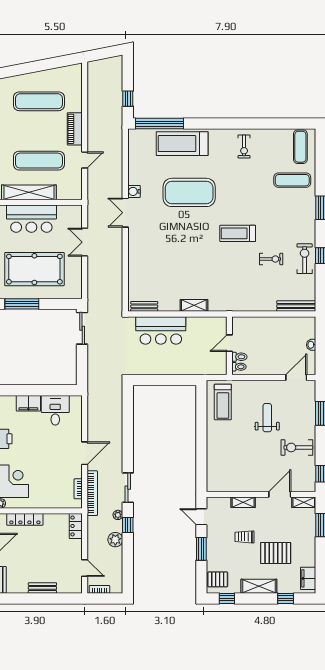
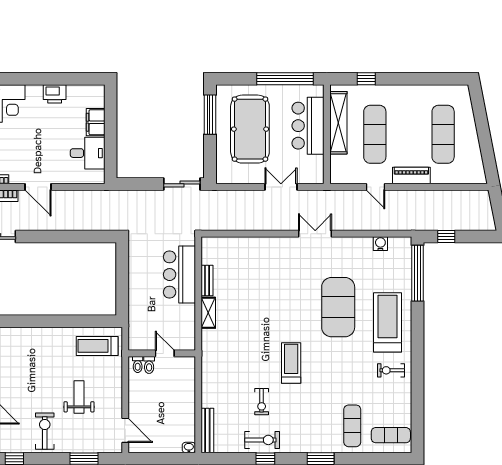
treadmill: (182, 144) -> (388, 322), moved
water cooler: (134, 191) -> (380, 244), moved
bench: (144, 306) -> (207, 281), moved
washbasin: (311, 345) -> (189, 447), moved
weight bench: (267, 418) -> (79, 397), turned -90

